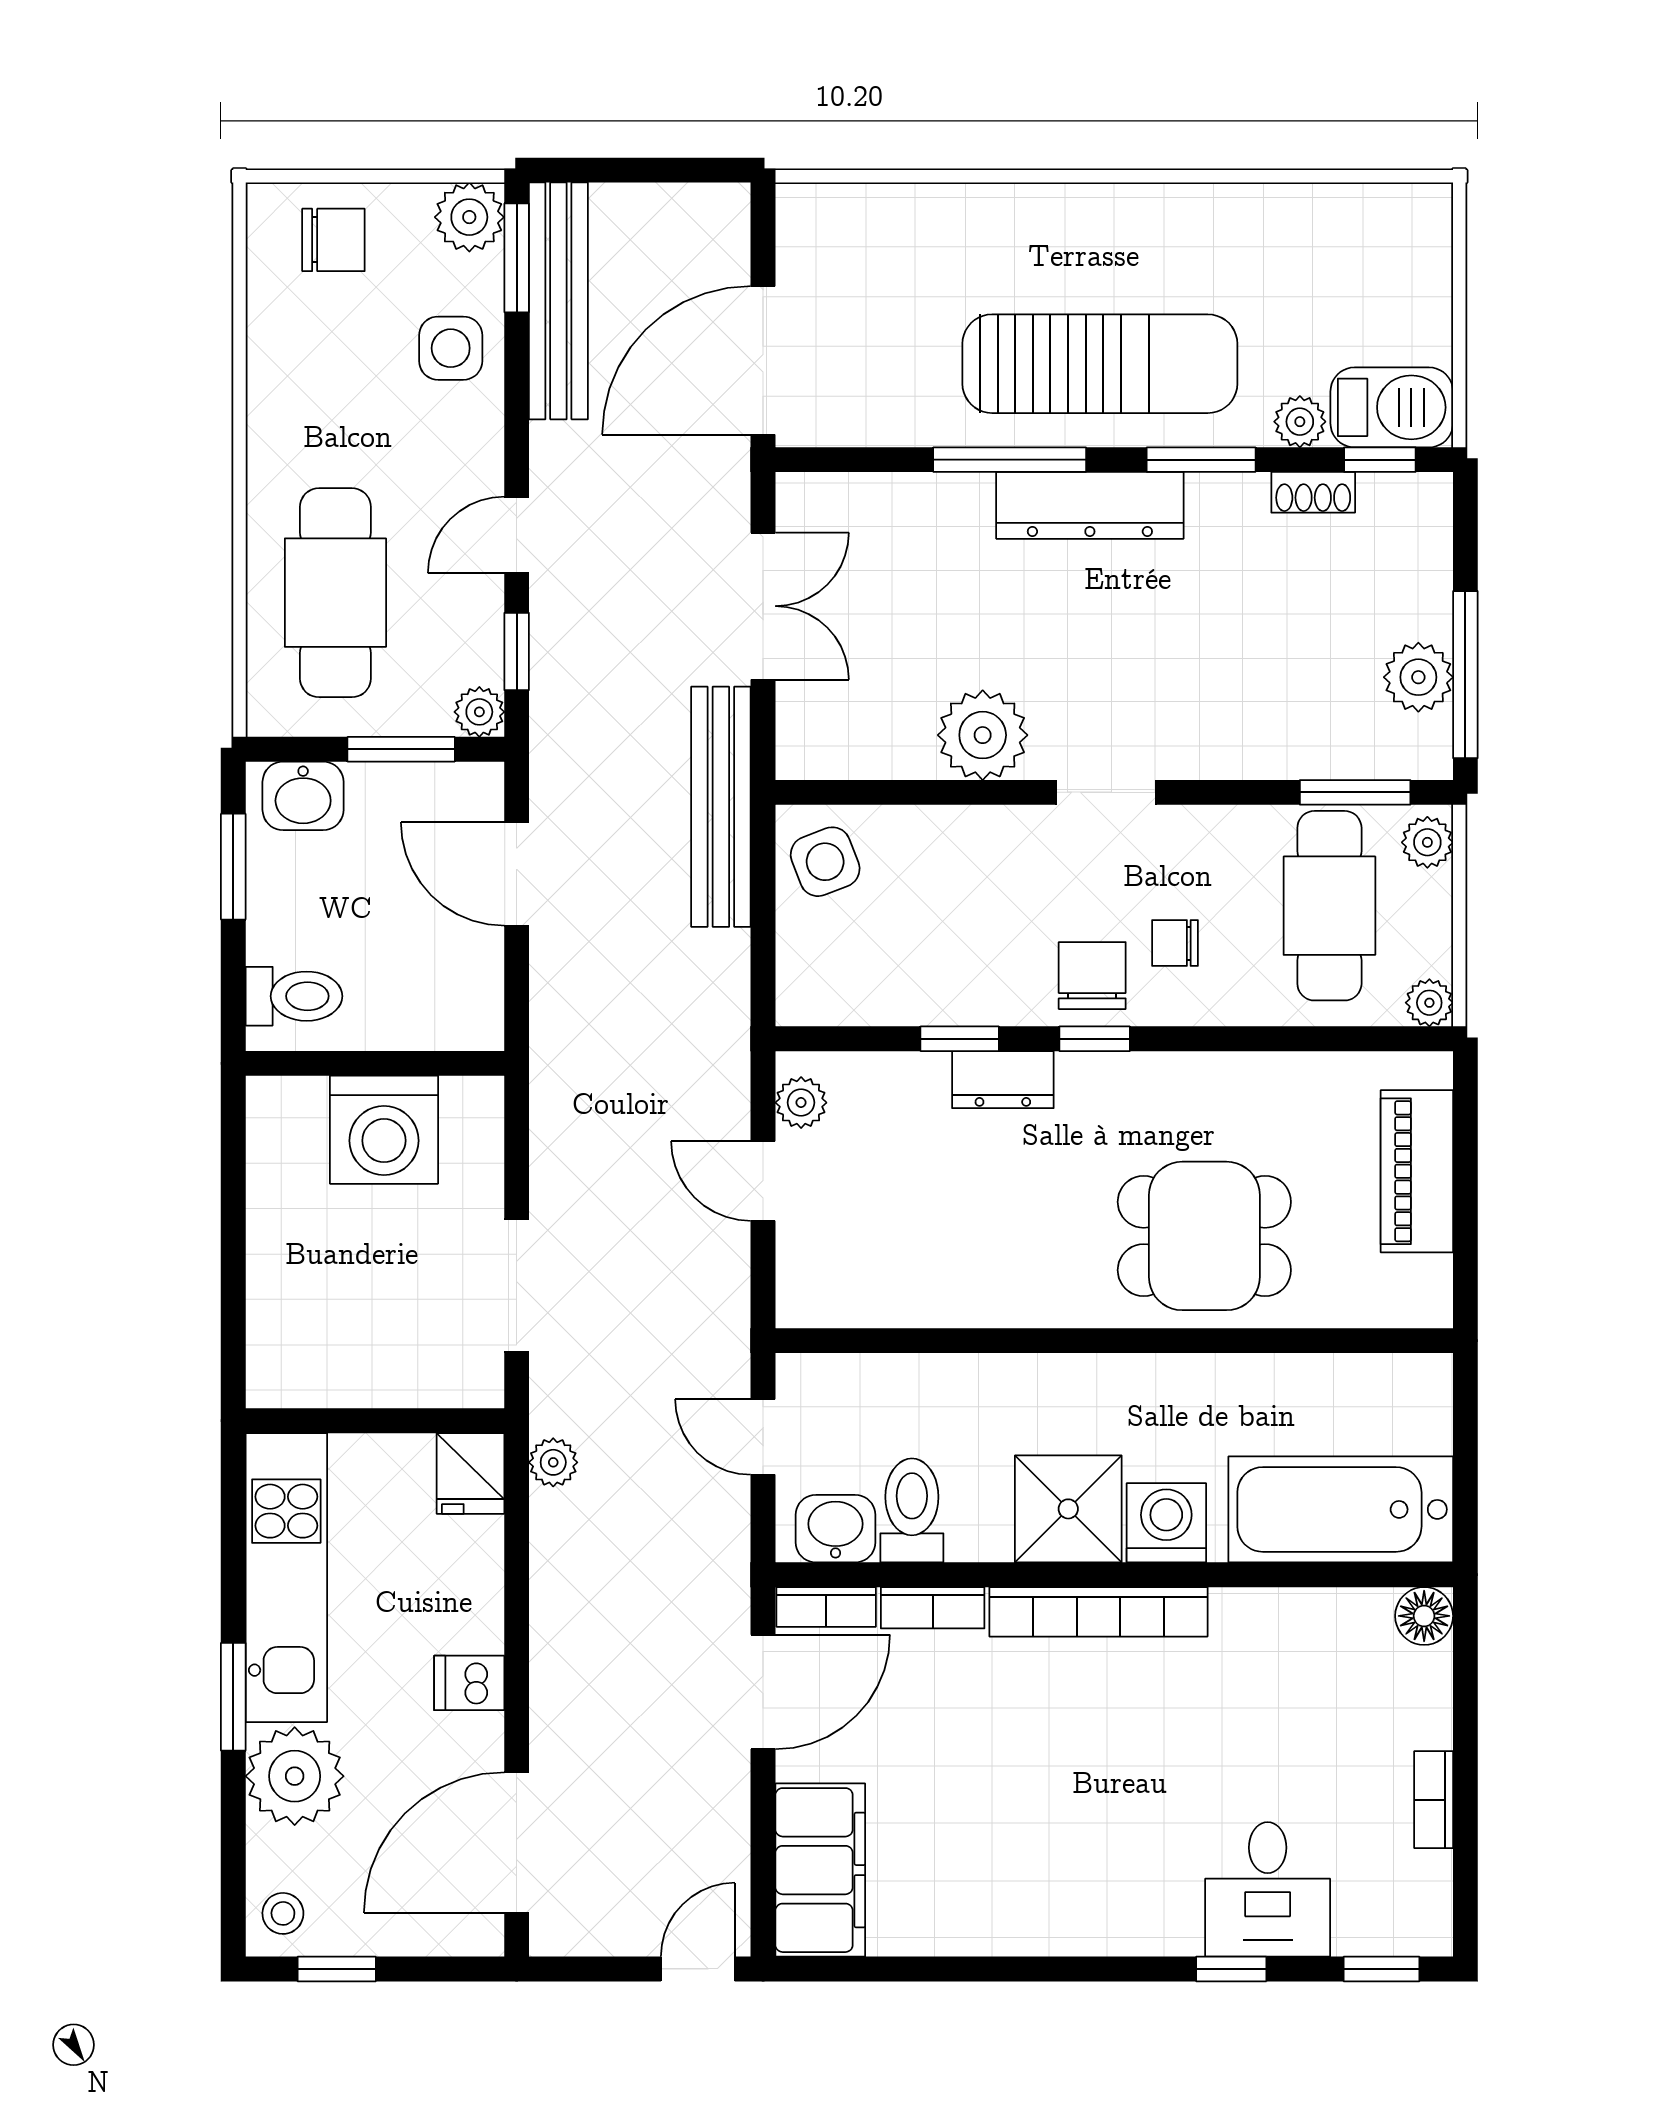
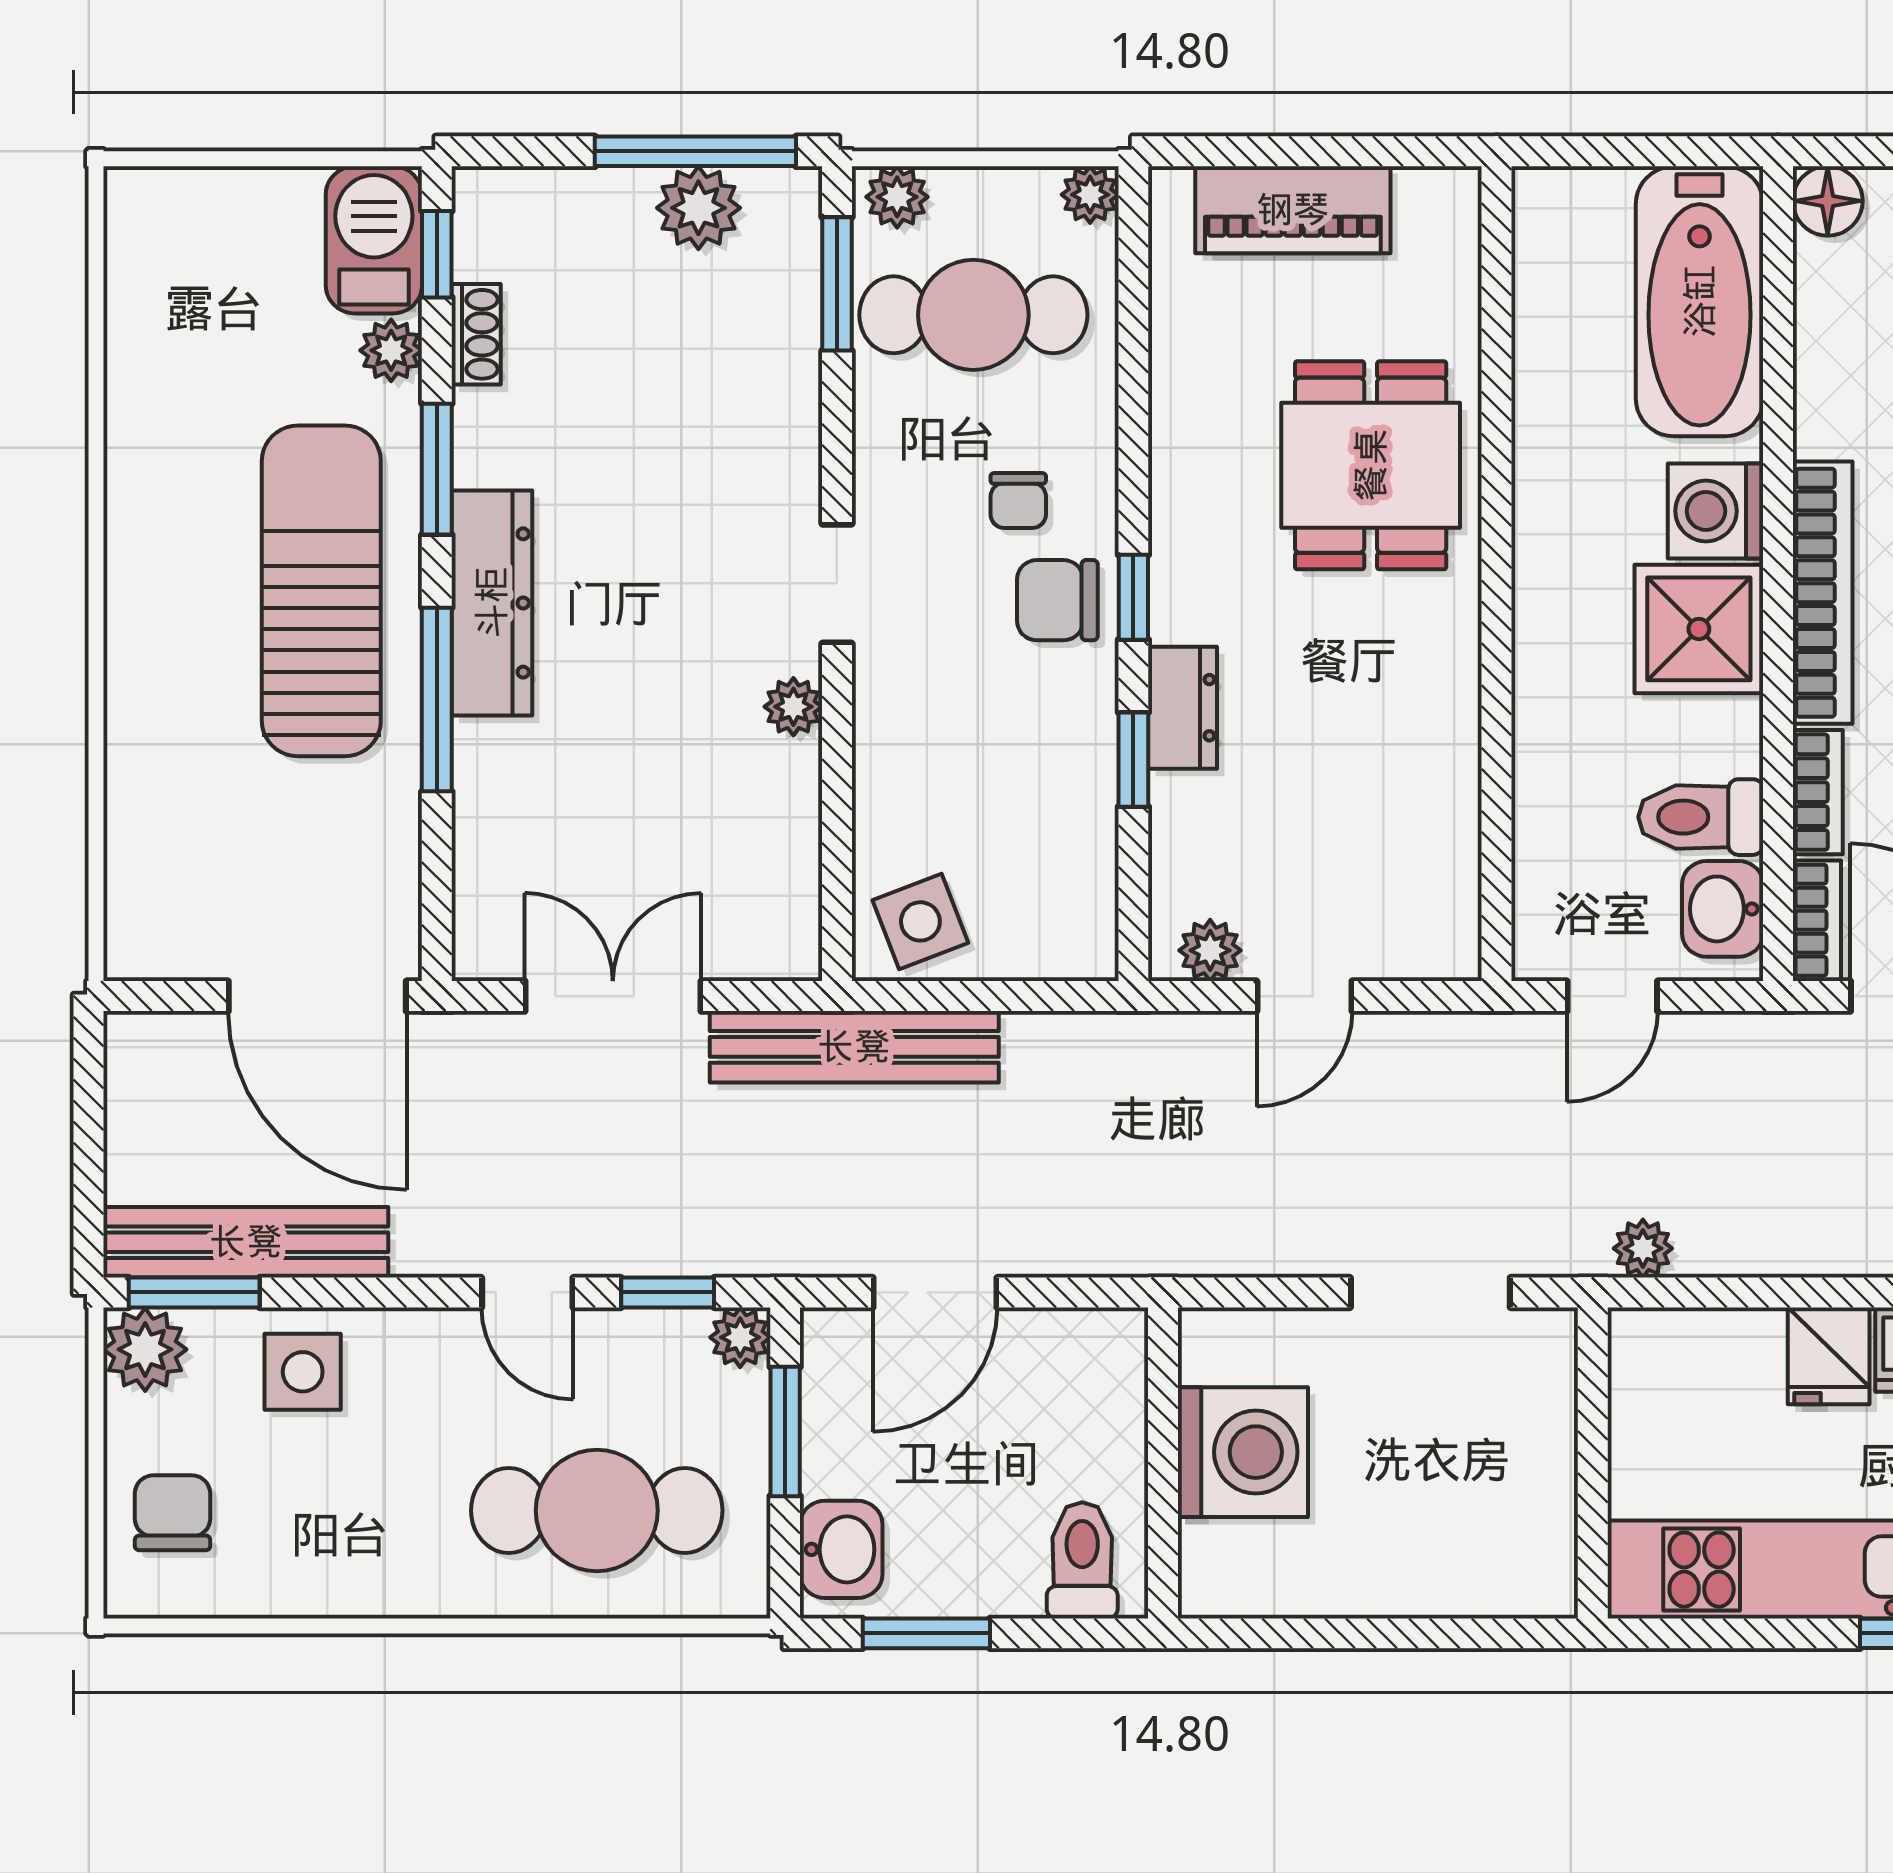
plant: (983, 735) -> (793, 707), width x0.53, depth x0.53
fridge: (470, 1473) -> (1829, 1356), moved, turned 90

